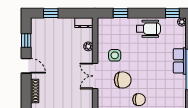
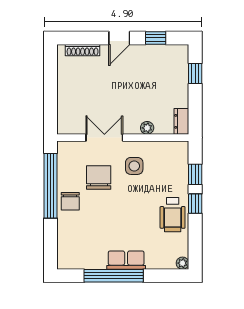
window: (172, 13) -> (195, 204), moved
chair: (123, 80) -> (99, 178), turned 180

